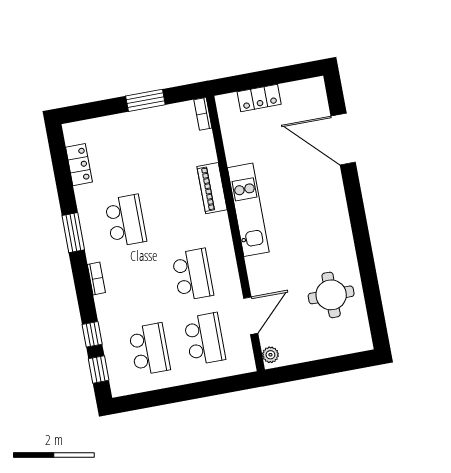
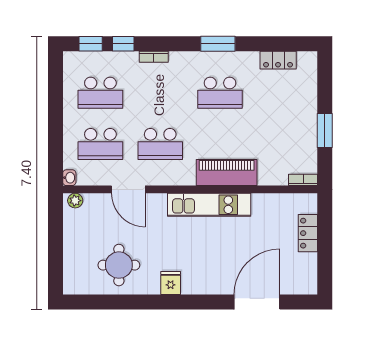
piano: (212, 188) -> (227, 173), width x1.37, depth x1.33
fridge: (340, 236) -> (171, 283), added
bookcase: (96, 278) -> (154, 57), moved
door: (251, 316) -> (128, 189), moved
washbasin: (247, 366) -> (69, 178), added

